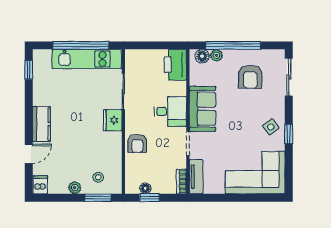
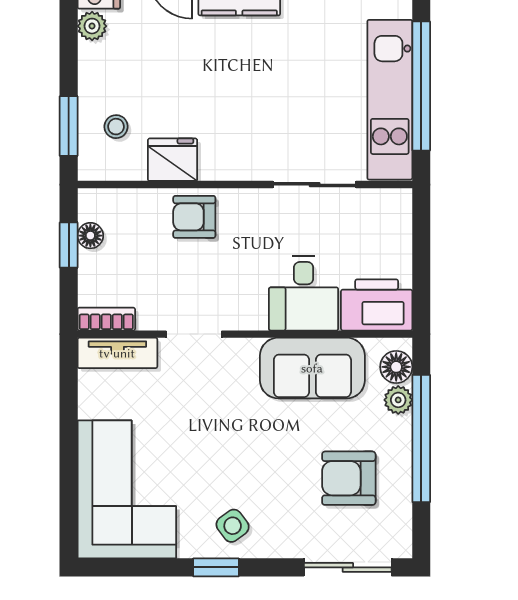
sofa: (203, 109) -> (312, 368), moved
desk: (170, 111) -> (304, 293), moved
fridge: (113, 120) -> (173, 160), moved
plant: (75, 188) -> (92, 26), moved

